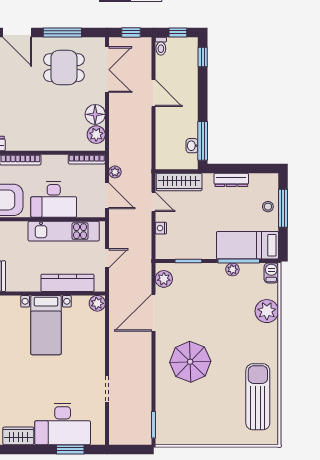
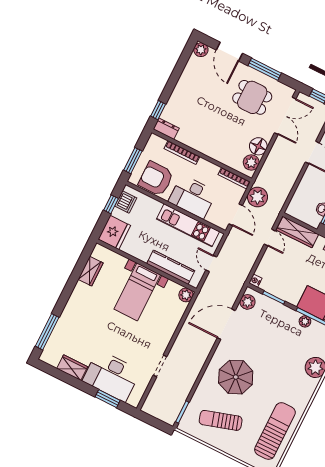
plant: (115, 172) -> (257, 197), width x1.88, depth x1.88
nightstand: (161, 228) -> (255, 281), moved
door: (107, 258) -> (211, 264), swing flipped
sun lounger: (197, 414) -> (221, 420), added

